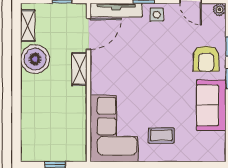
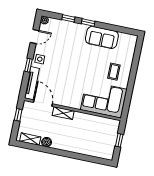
boiler: (35, 59) -> (47, 142), width x0.54, depth x0.54
armchair: (206, 59) -> (73, 35), removed

